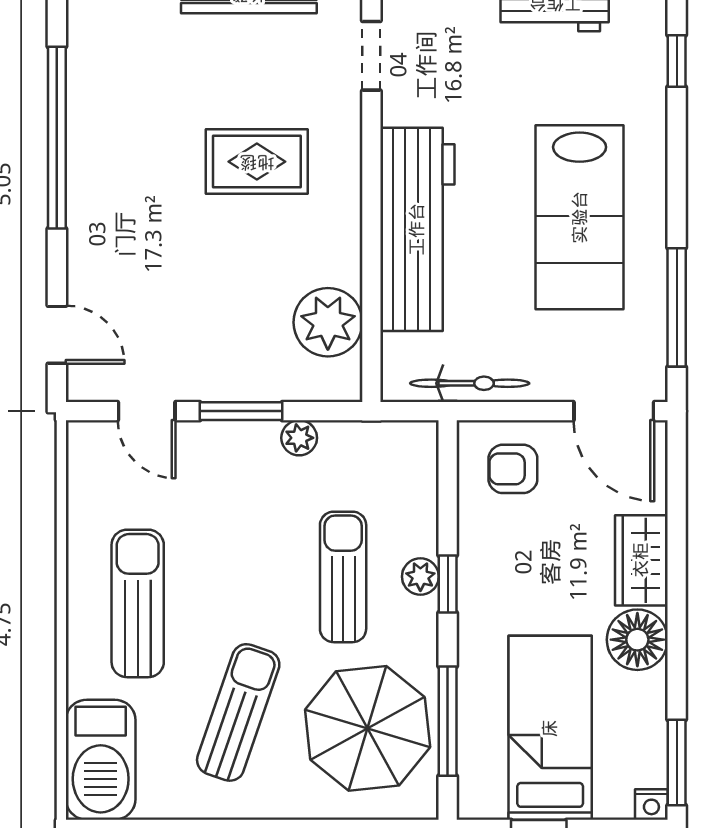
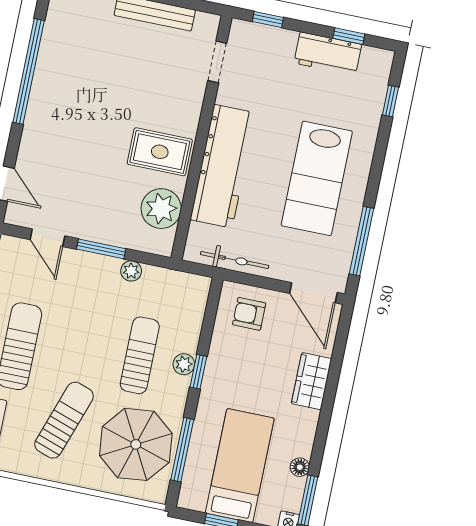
rug: (257, 162) -> (160, 152), moved
floor lamp: (637, 640) -> (300, 467), moved, width x0.53, depth x0.53

